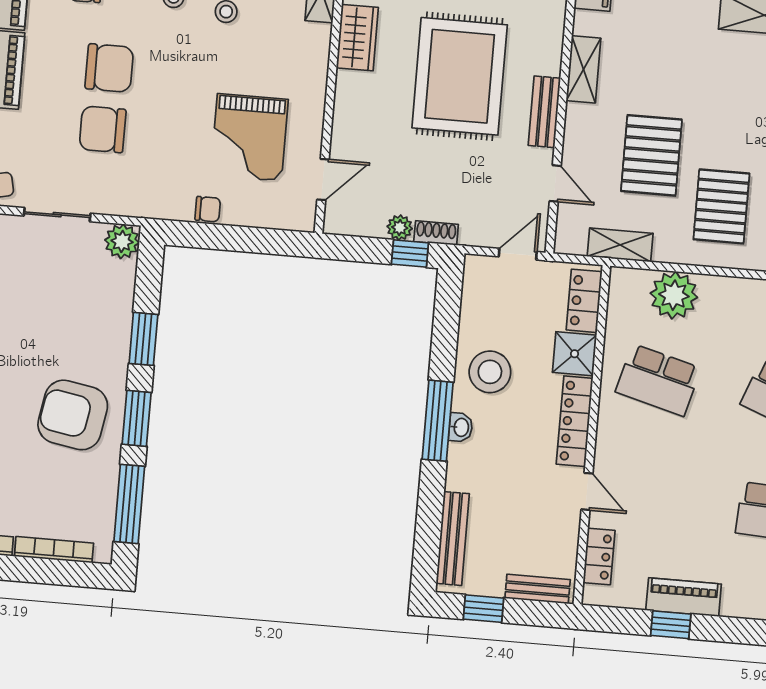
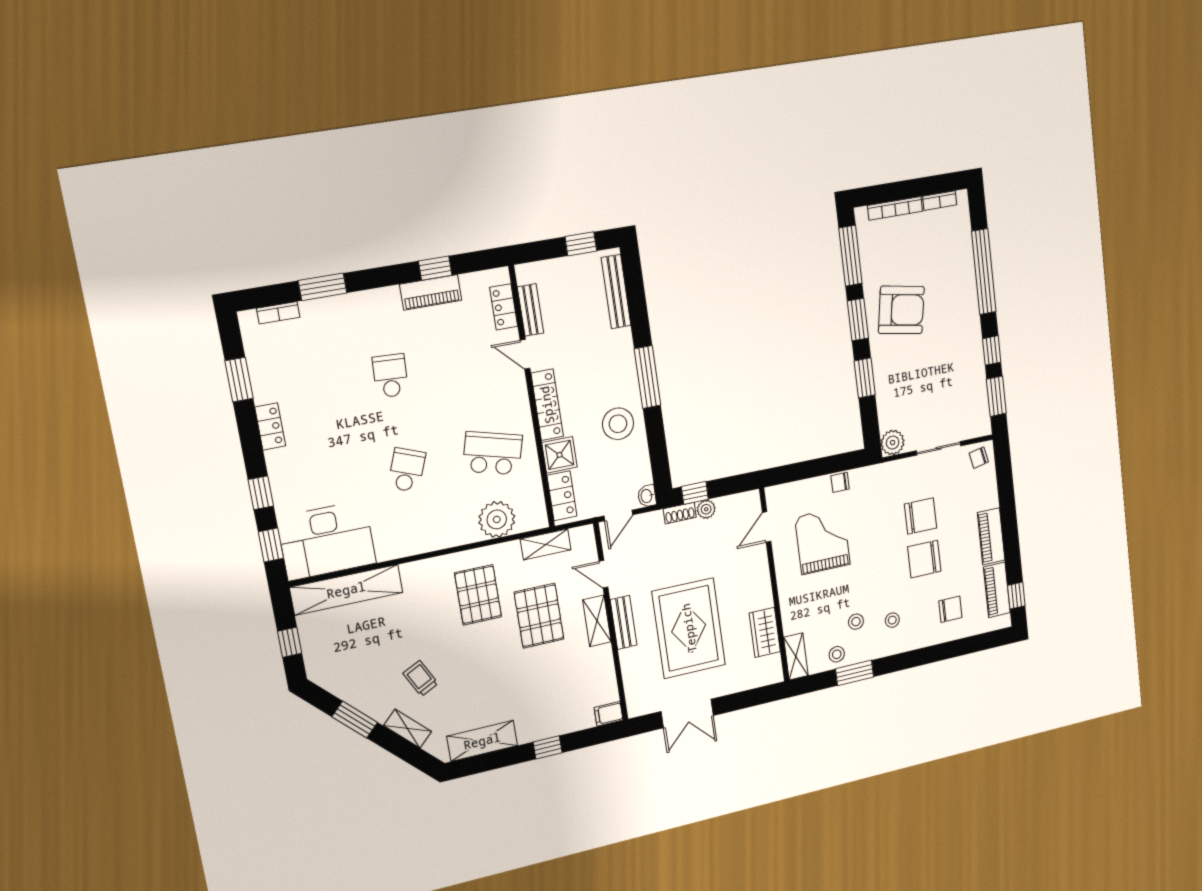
shelving: (583, 69) -> (597, 621), moved
washbasin: (461, 427) -> (647, 496), moved
bench: (538, 589) -> (530, 310), moved, turned 90

